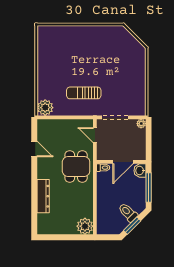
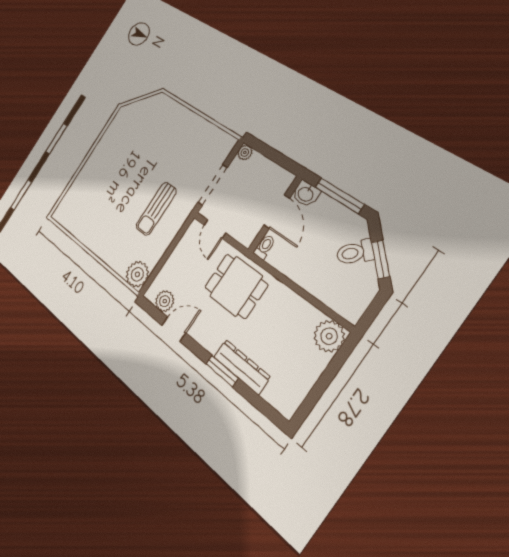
plant: (43, 134) -> (165, 301), added
door: (95, 135) -> (215, 229), hinge flipped
window: (34, 188) -> (222, 371), added

